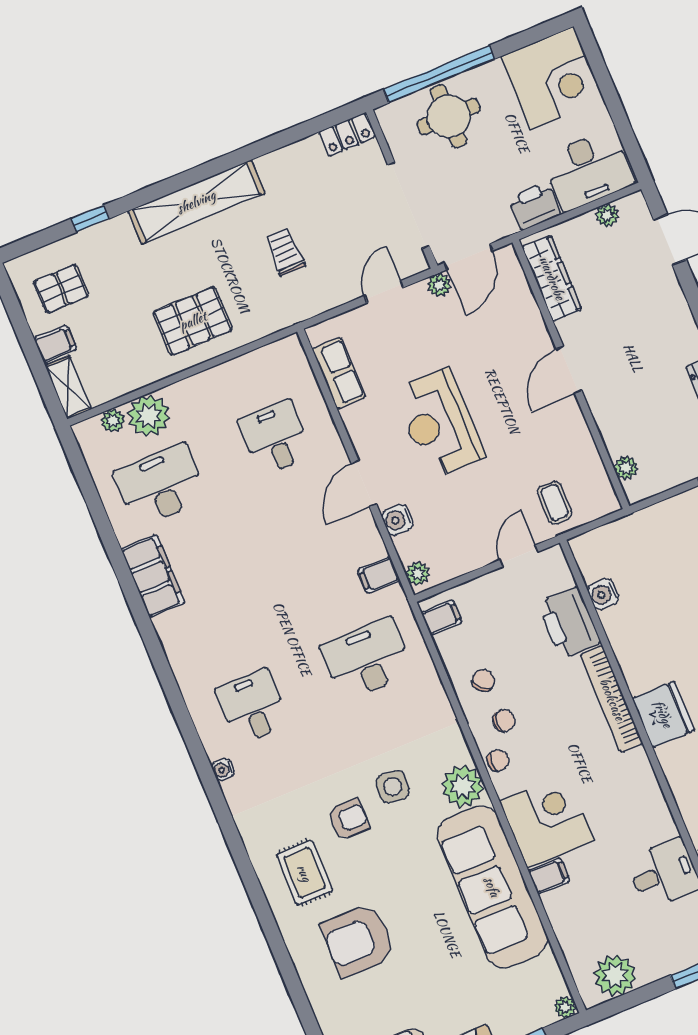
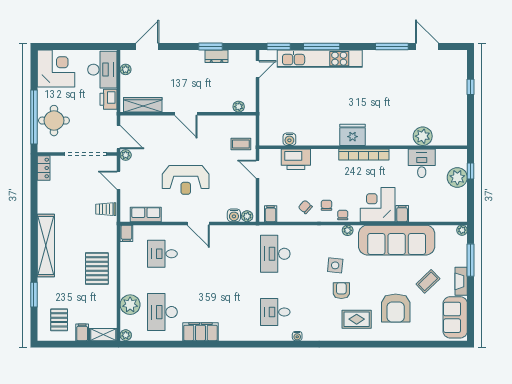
window: (90, 219) -> (34, 295), width x1.50
trolley: (285, 252) -> (106, 209), moved
plant: (113, 421) -> (126, 335), moved
water cooler: (397, 520) -> (234, 215), moved
filing cabinet: (379, 575) -> (126, 233), moved
bookcase: (612, 699) -> (364, 155), moved
plant: (463, 786) -> (348, 230), width x0.53, depth x0.53
plant: (615, 976) -> (457, 177), moved
coffee table: (437, 982) -> (428, 281), added

